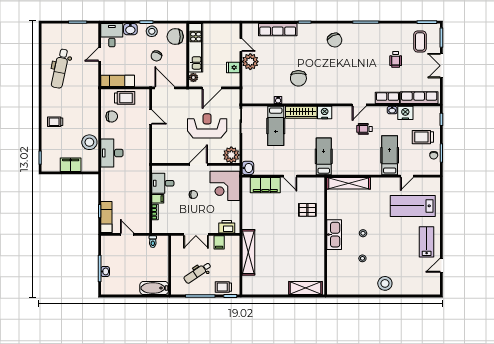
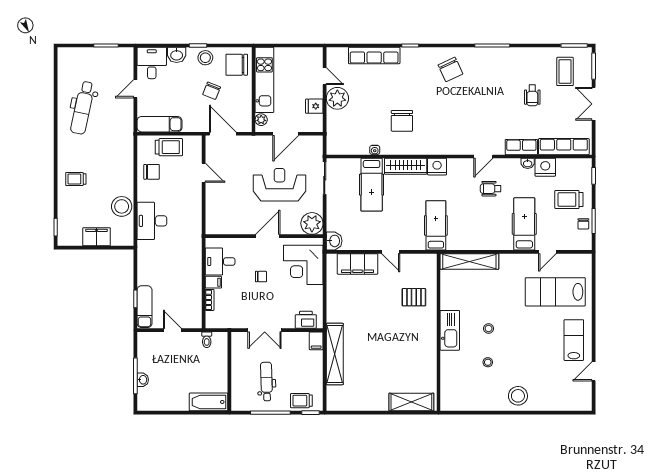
filing cabinet: (219, 242) -> (316, 341), moved
dental chair: (197, 273) -> (267, 382), turned 122

